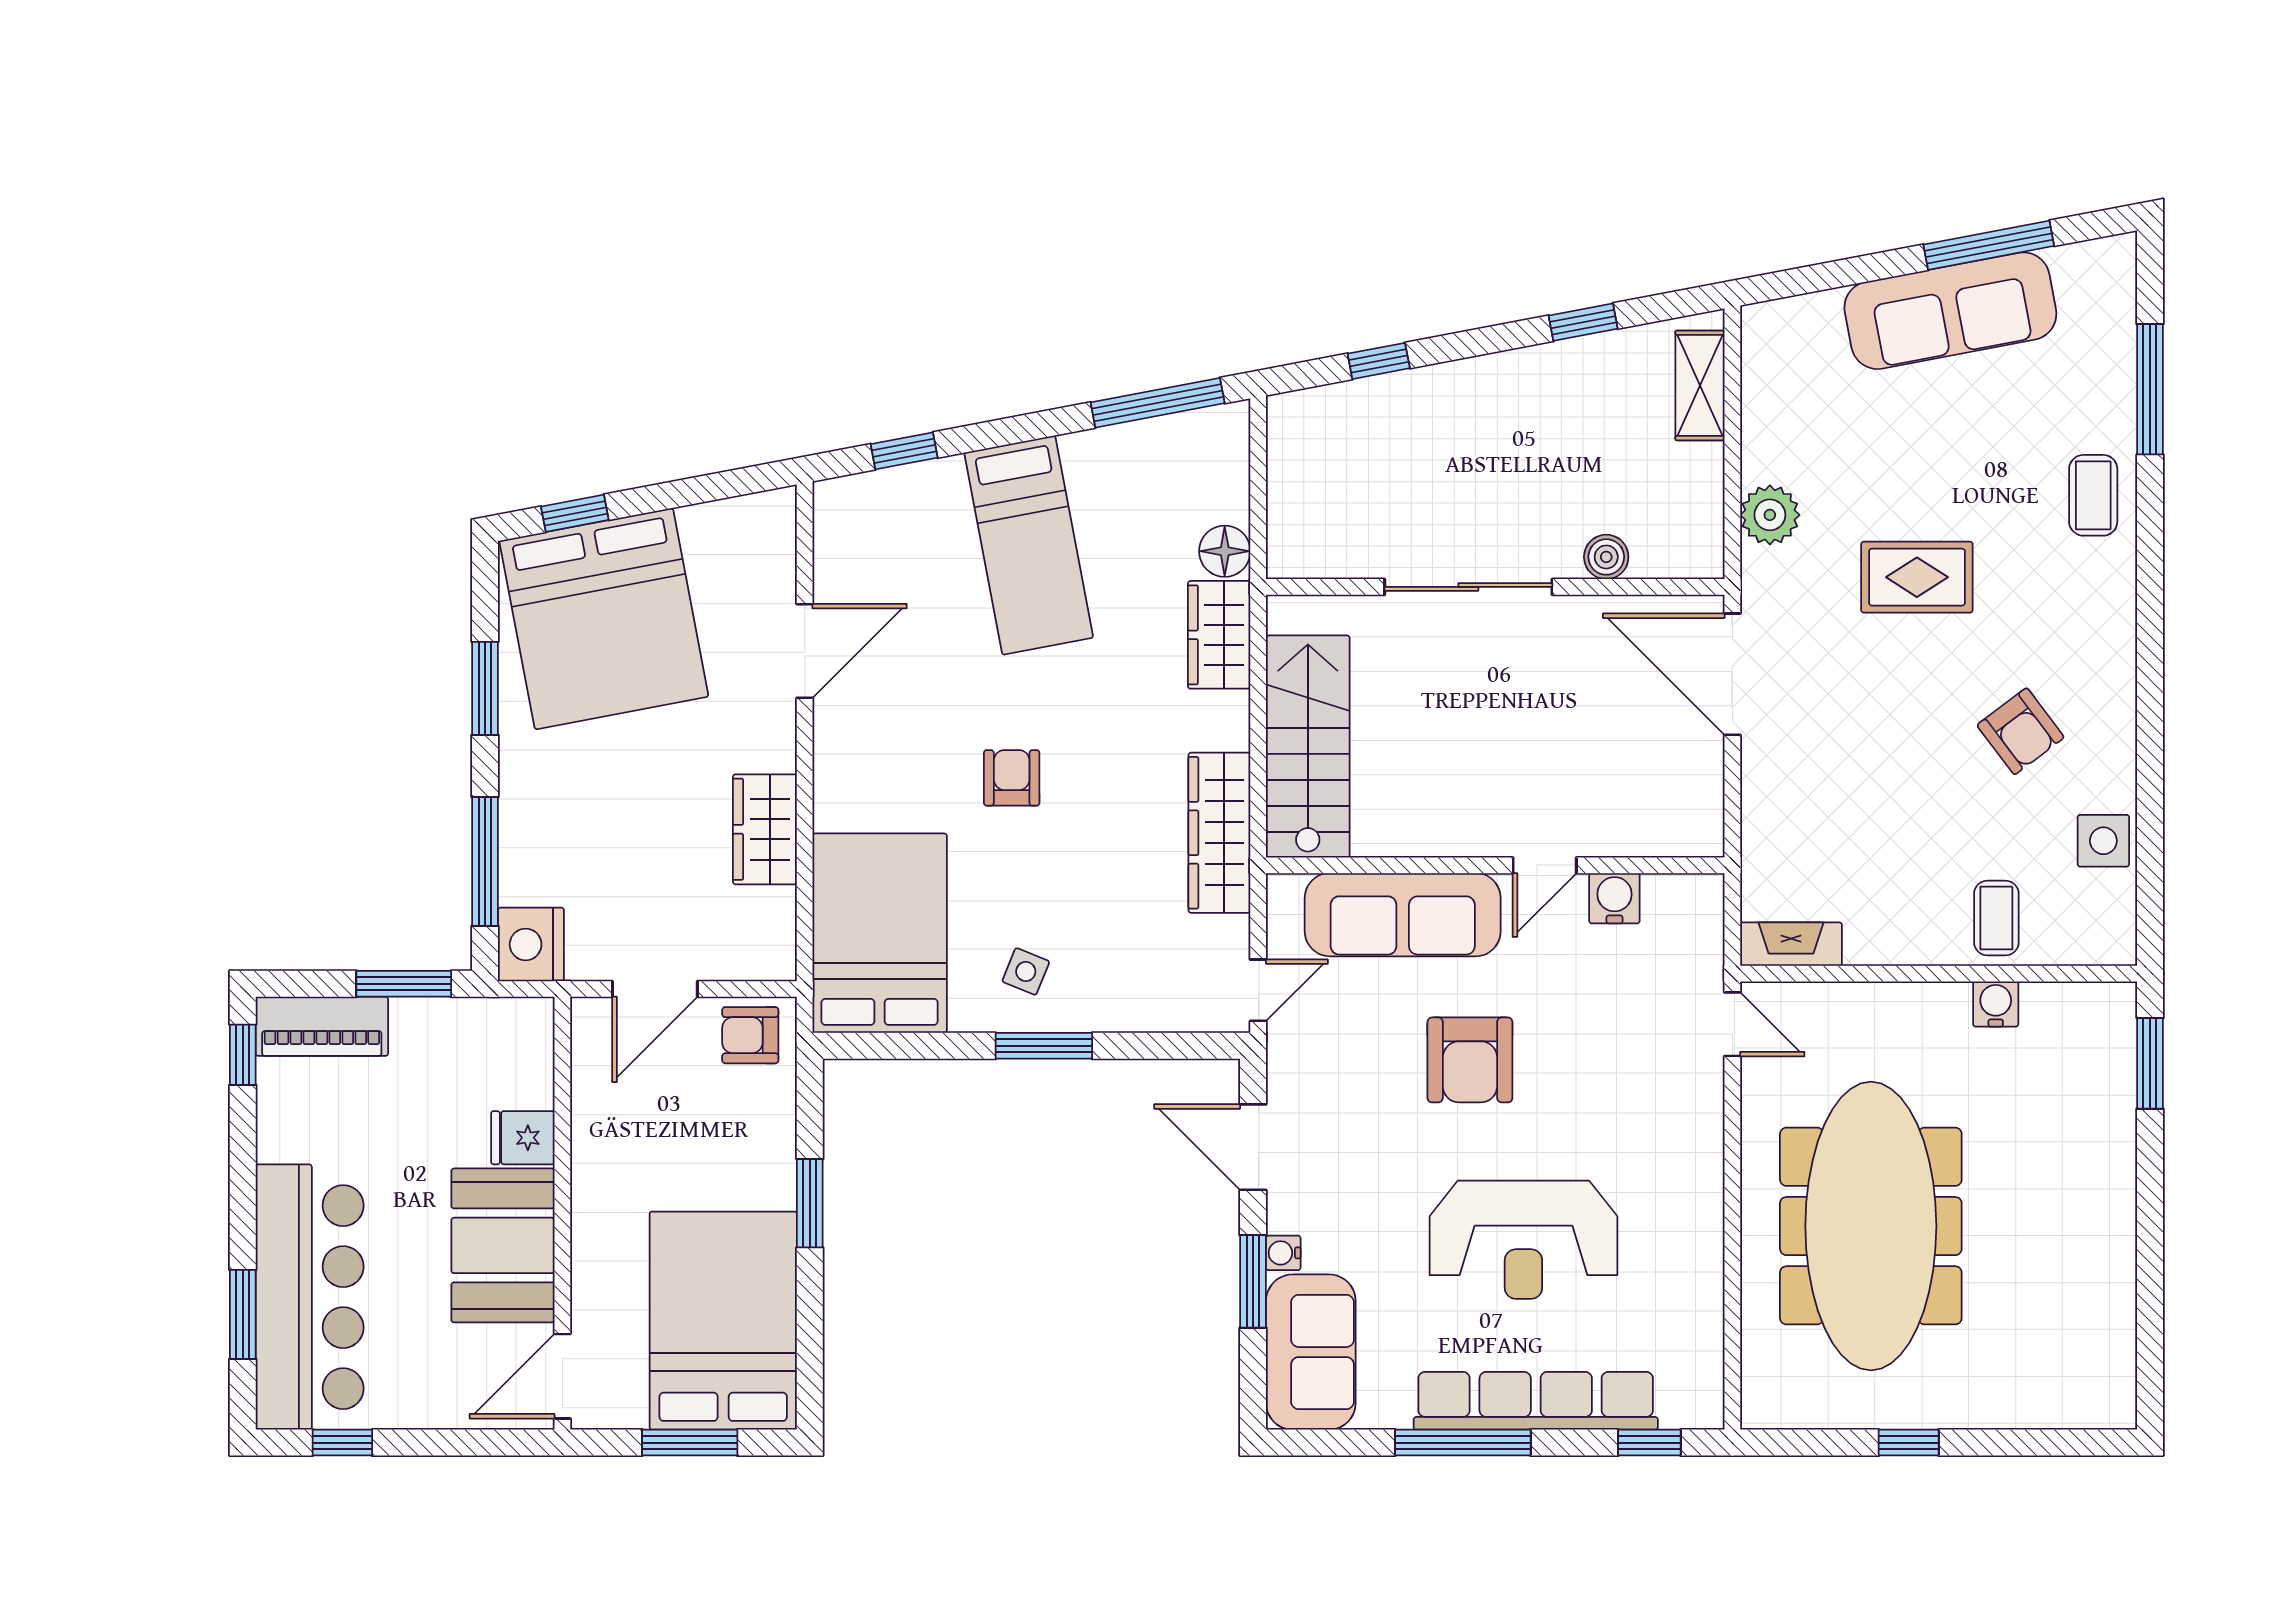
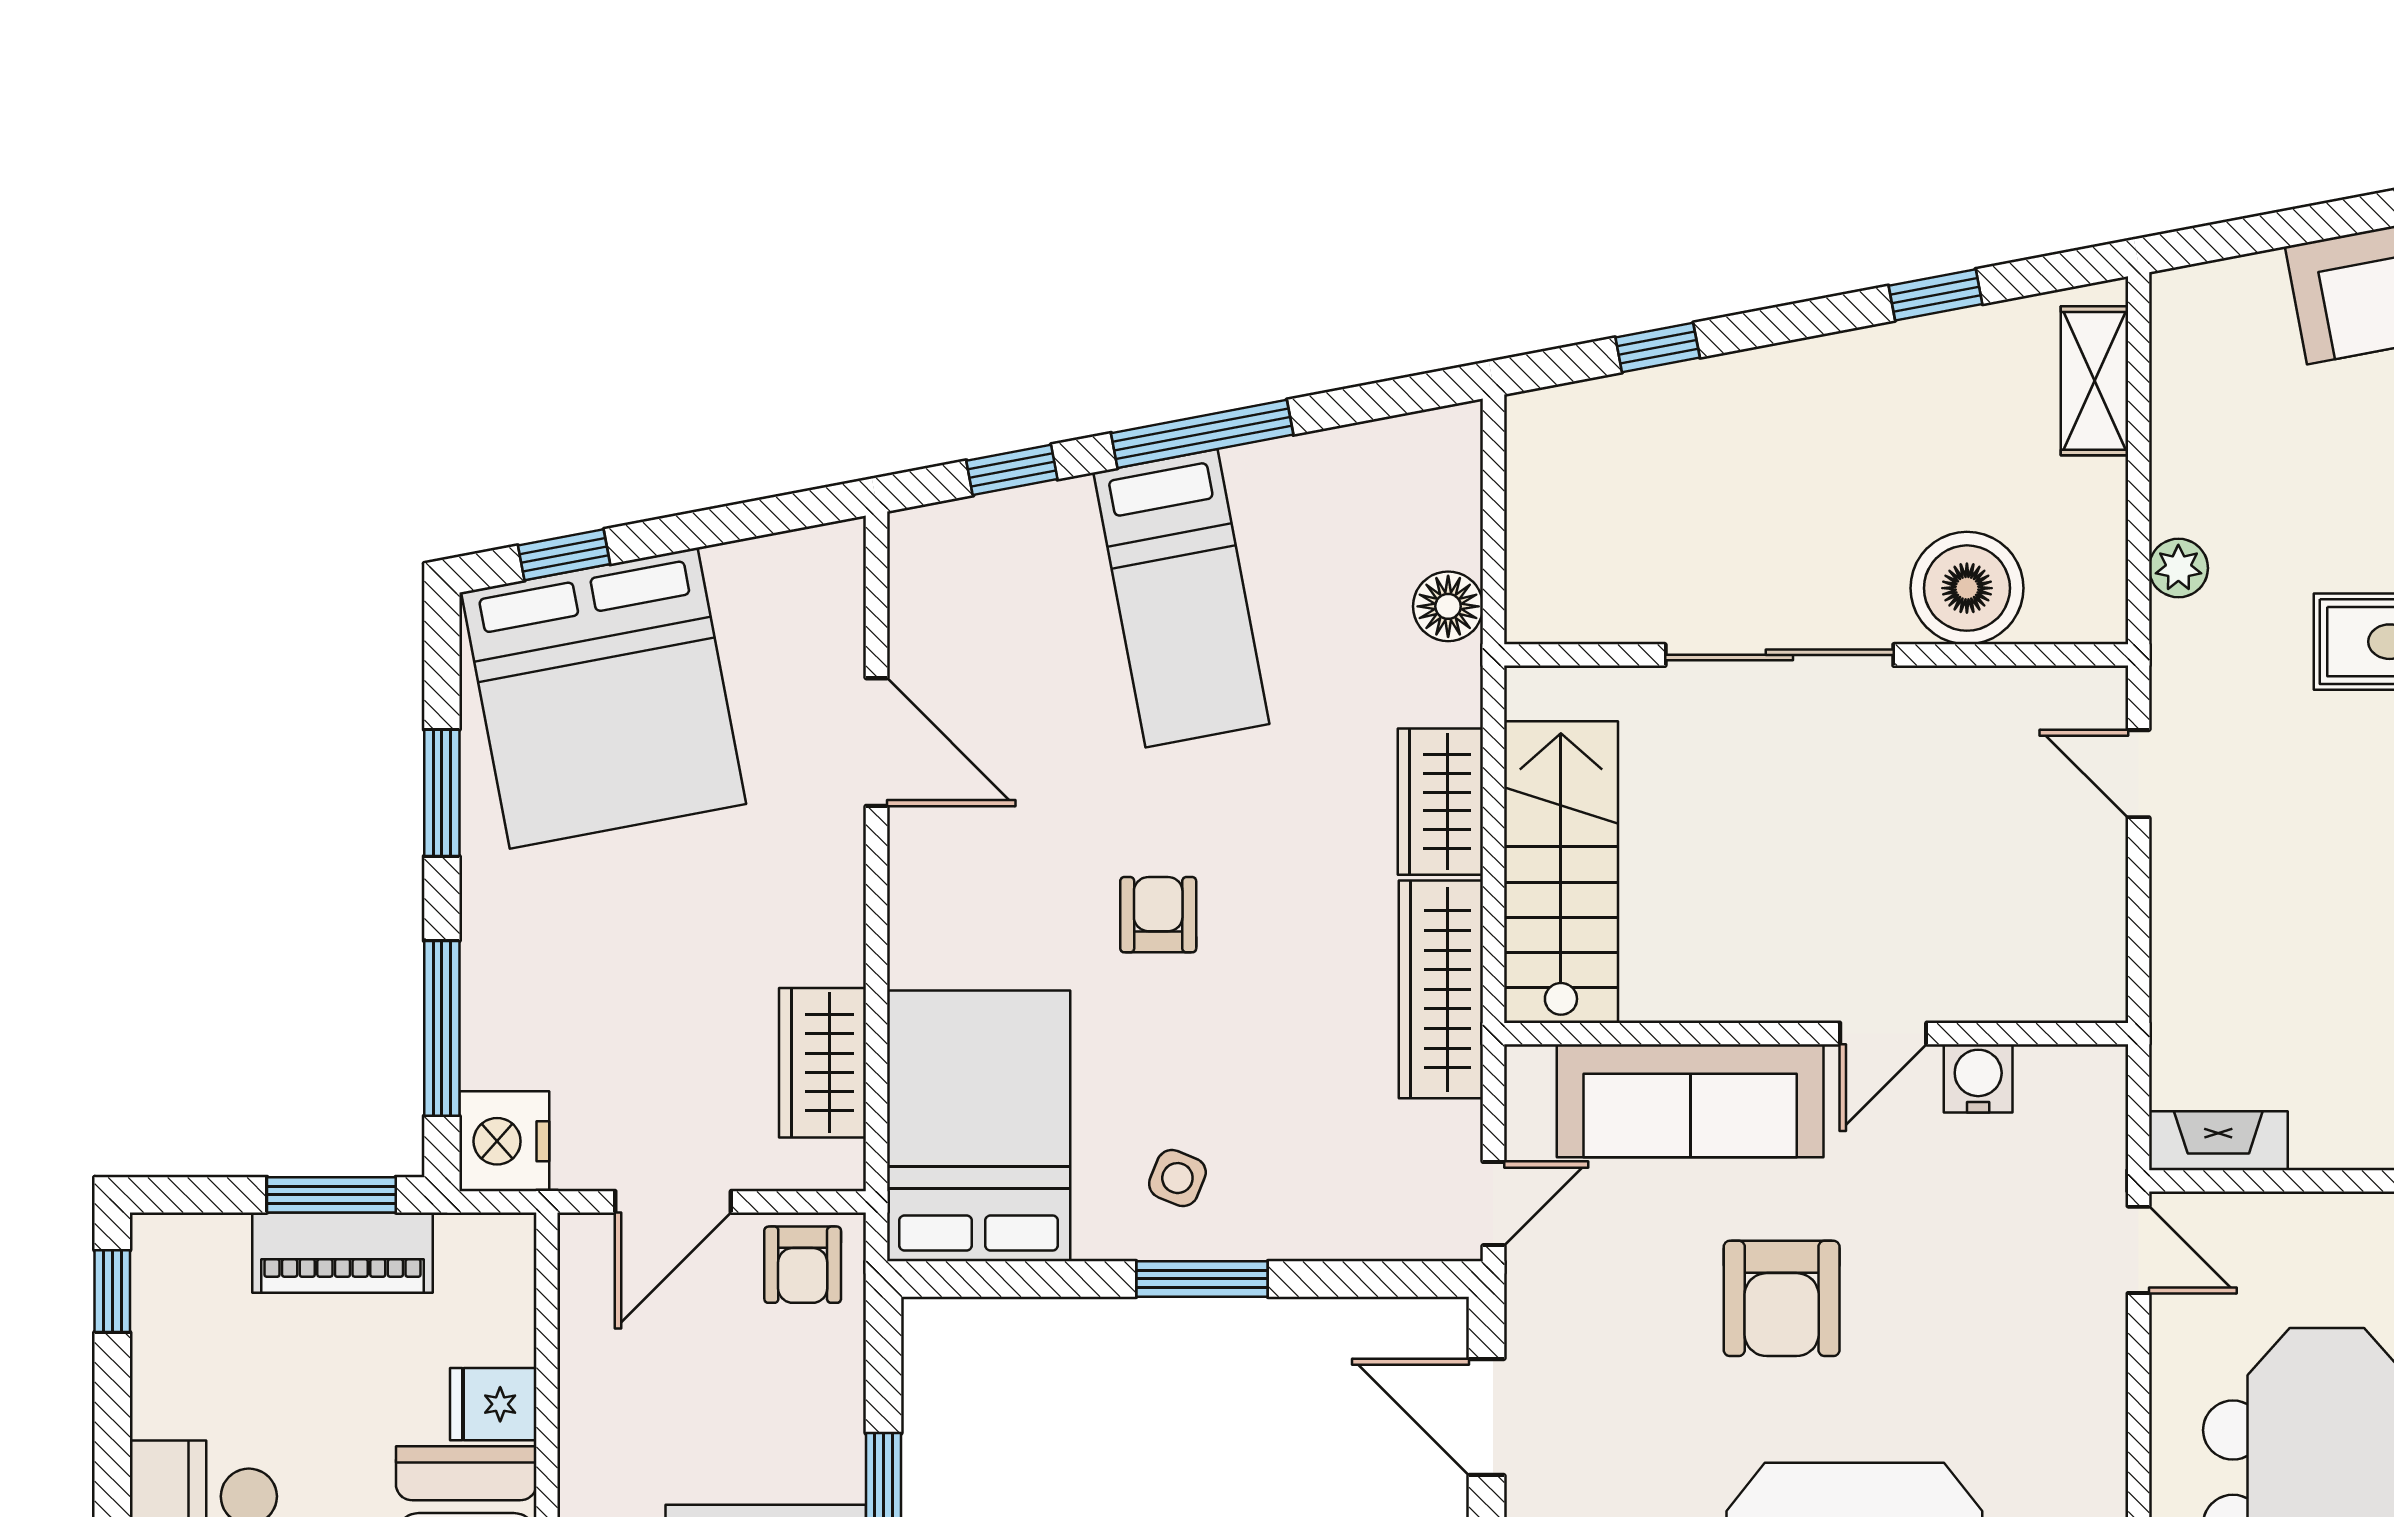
window: (1158, 403) -> (1202, 434), moved
plant: (1770, 515) -> (2178, 568), width x0.73, depth x0.73
boiler: (1606, 557) -> (1967, 588), width x1.86, depth x1.86
wardrobe: (1219, 635) -> (1440, 802), moved
door: (805, 651) -> (876, 742), hinge flipped
door: (1732, 674) -> (2139, 774), width x0.53
wardrobe: (765, 829) -> (823, 1063), moved
piano: (322, 1026) -> (343, 1253), moved
armchair: (750, 1035) -> (803, 1265), turned -90

